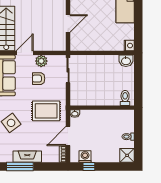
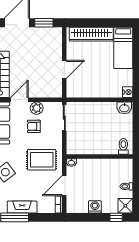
washing machine: (85, 156) -> (95, 207), moved
window: (89, 167) -> (116, 217), moved

